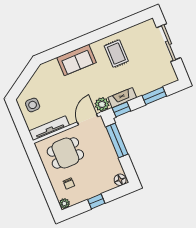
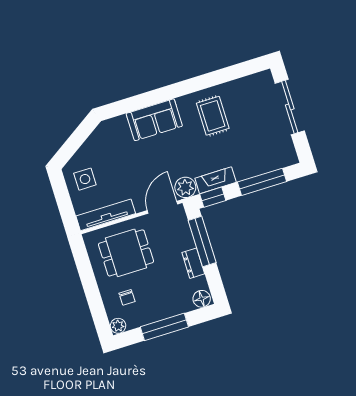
window: (154, 96) -> (262, 182), width x1.44
dresser: (112, 156) -> (193, 263), added
window: (96, 201) -> (164, 327), width x2.17

